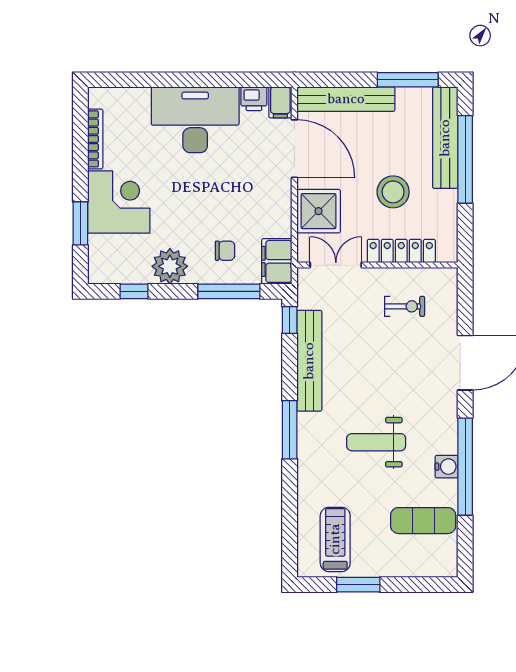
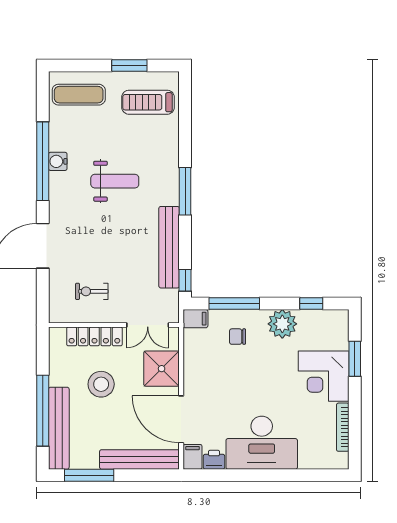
filing cabinet: (277, 261) -> (195, 319), width x0.50
exercise mat: (423, 521) -> (79, 95), moved
treadmill: (335, 539) -> (148, 102), turned 90

